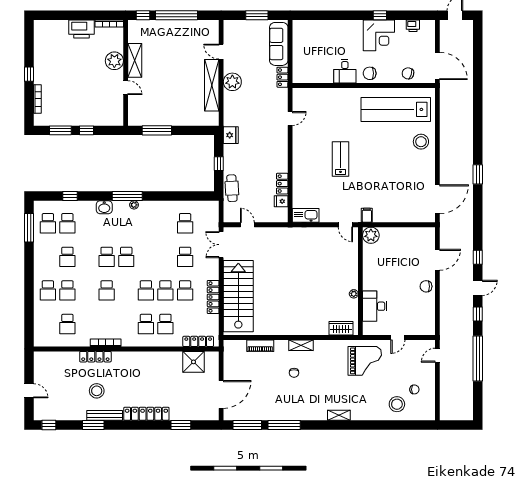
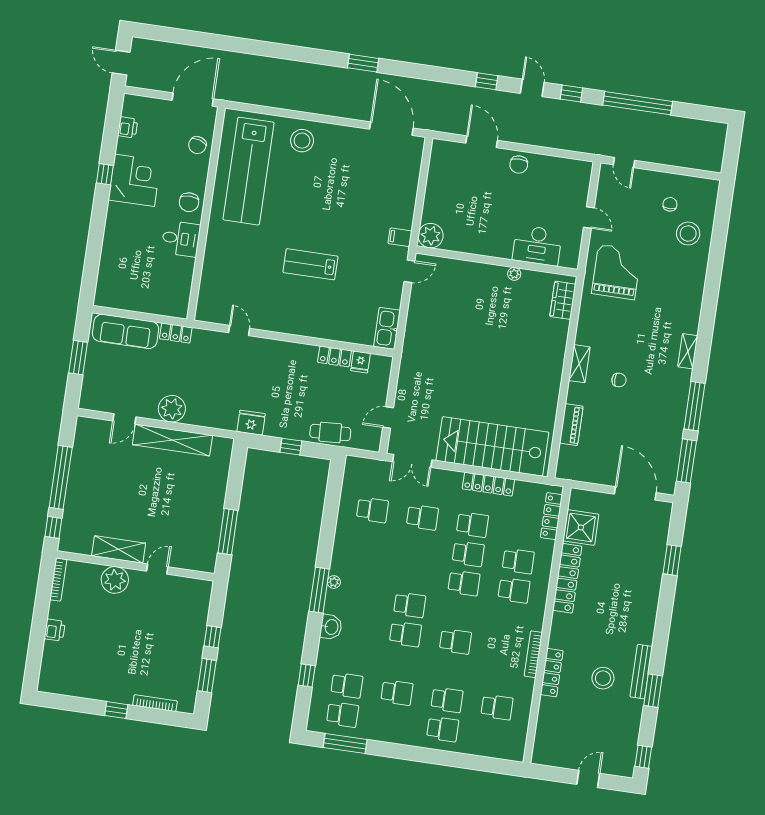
printer: (82, 29) -> (55, 630), width x0.53, depth x0.68
locker: (146, 414) -> (567, 578), moved, turned 180
shelving: (339, 415) -> (688, 351), moved

